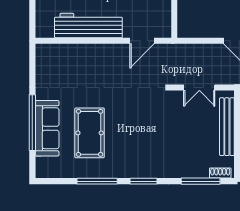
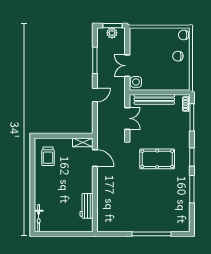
shelving: (165, 23) -> (83, 142), added
workbench: (88, 26) -> (86, 206), width x0.53, depth x0.76
sofa: (47, 128) -> (155, 224), removed
pool table: (90, 133) -> (157, 159), moved

